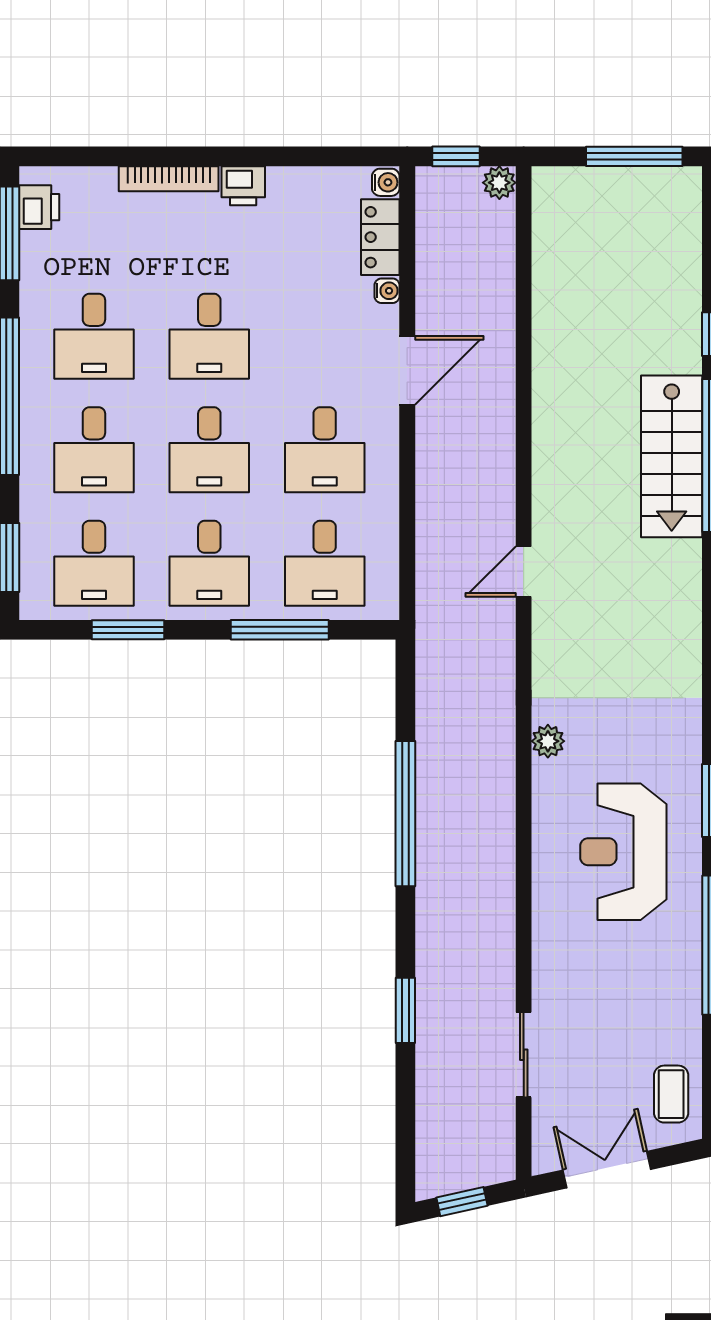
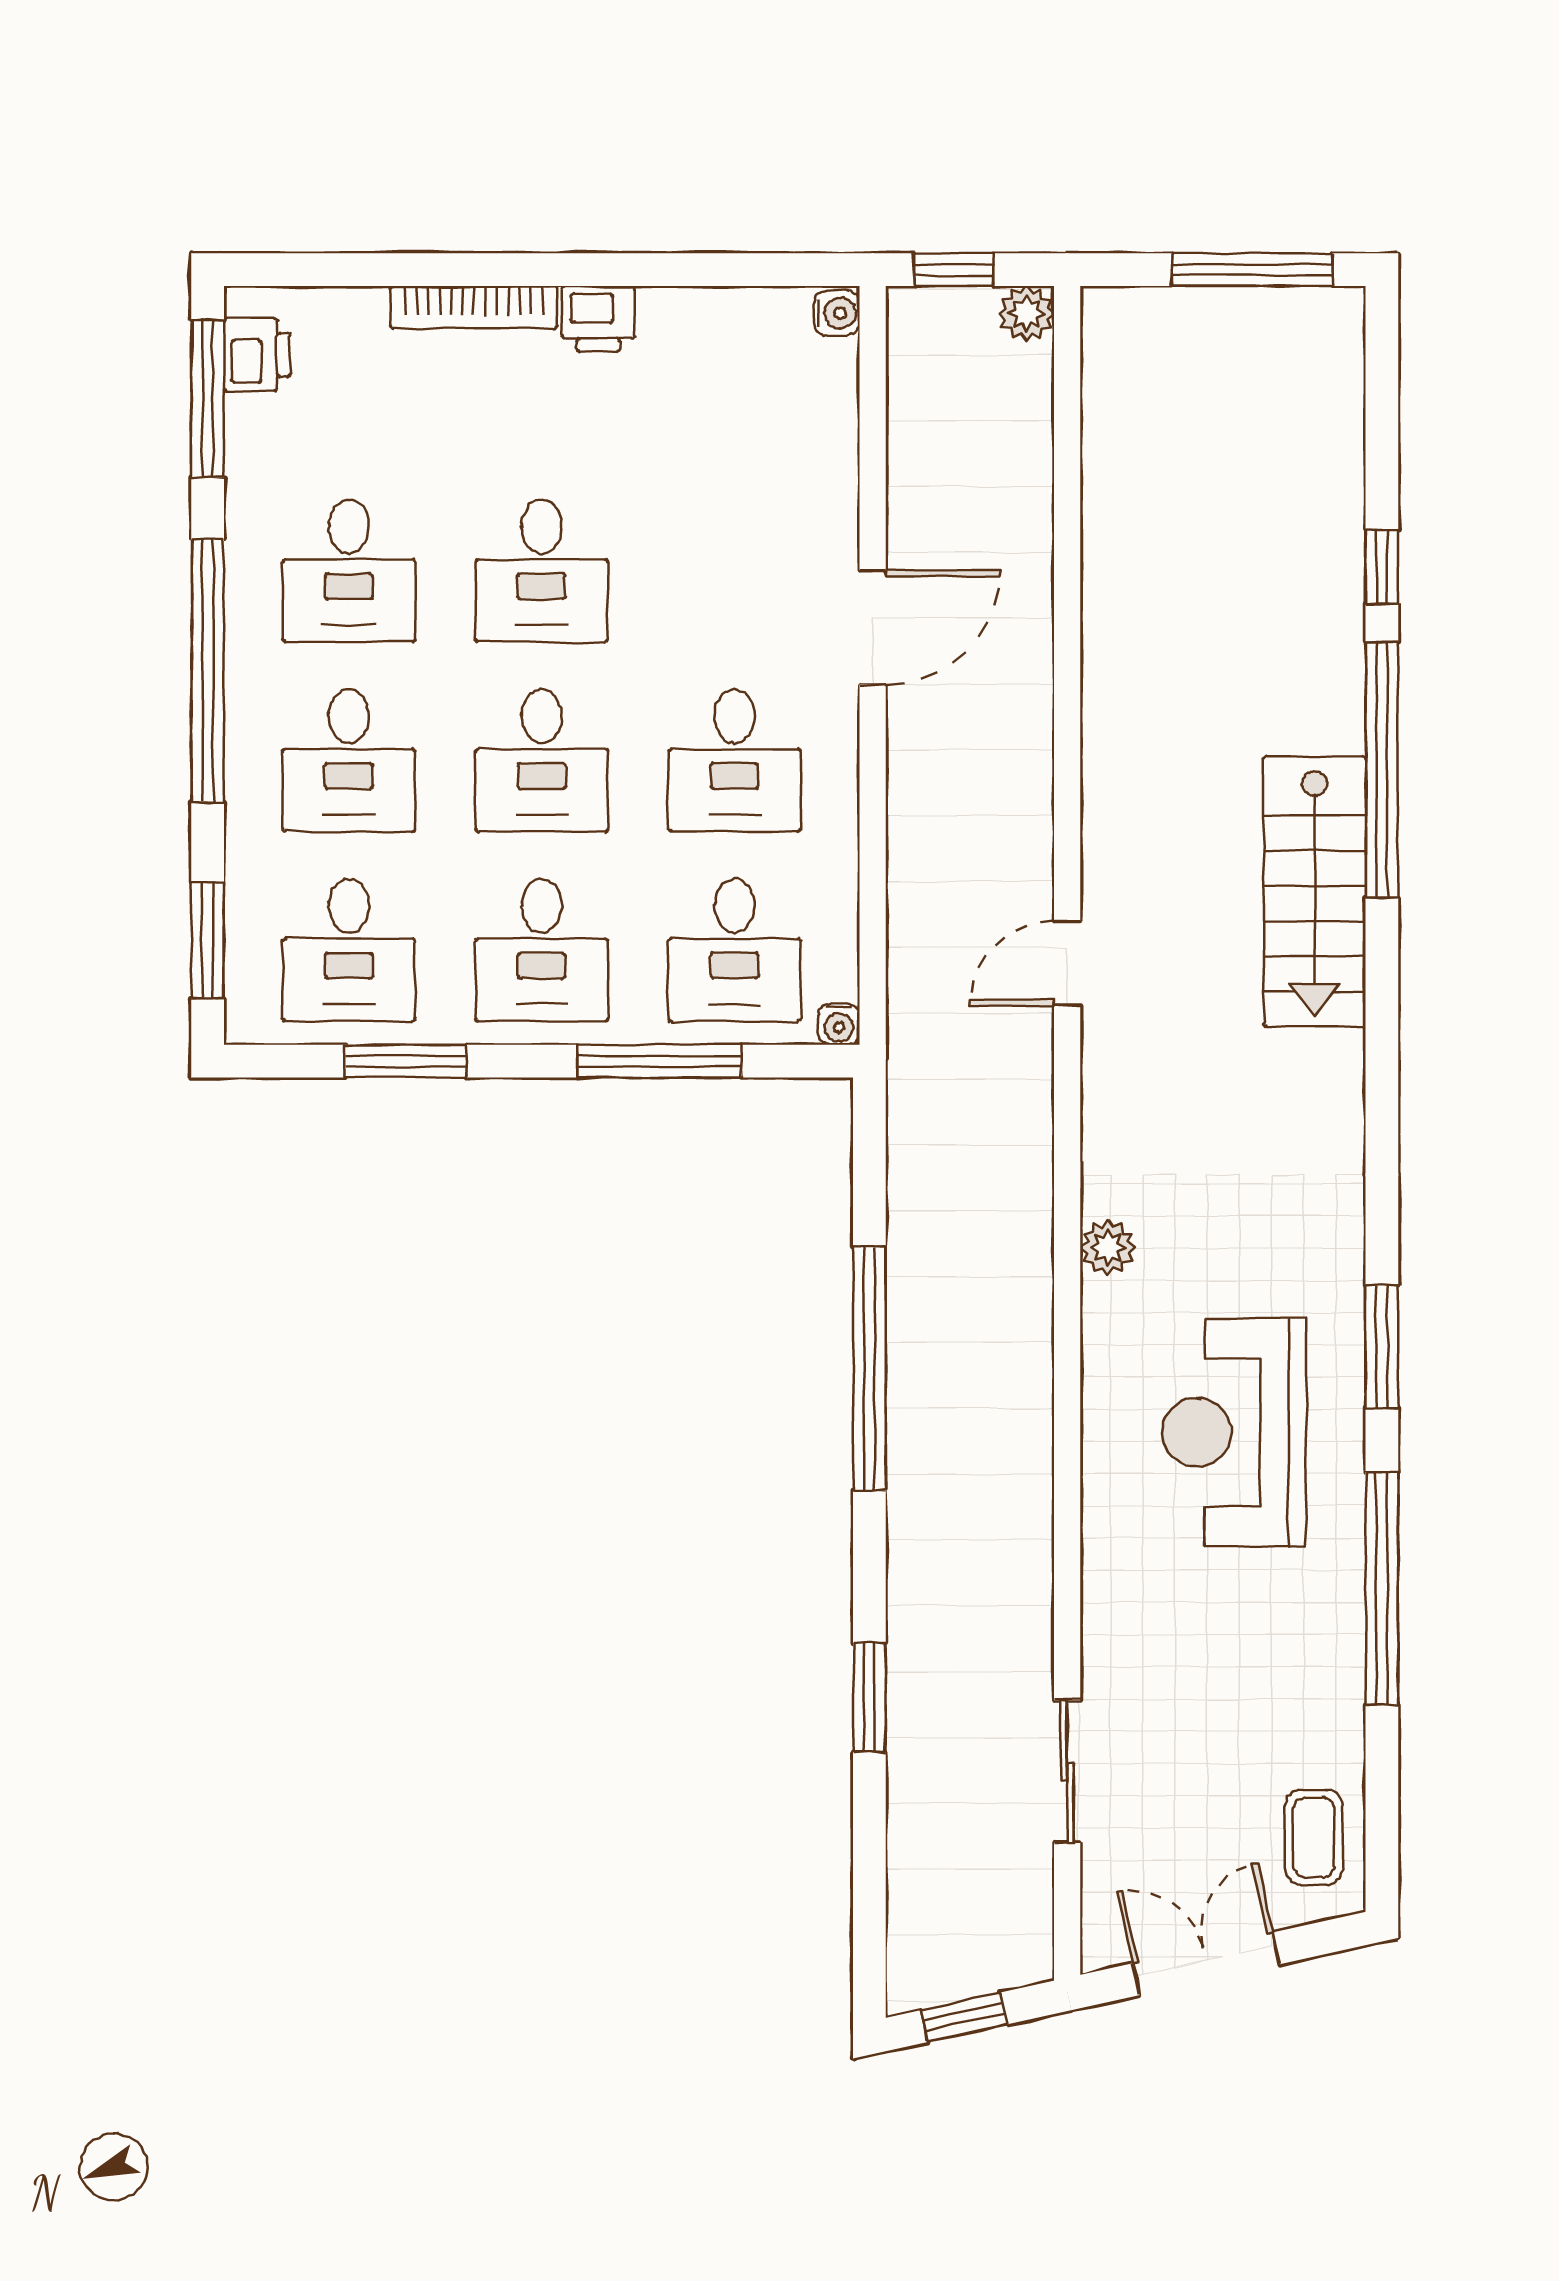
locker: (380, 237) -> (827, 405), removed
water cooler: (387, 291) -> (839, 1024), moved, turned 90
stairs: (672, 456) -> (1315, 892), moved

